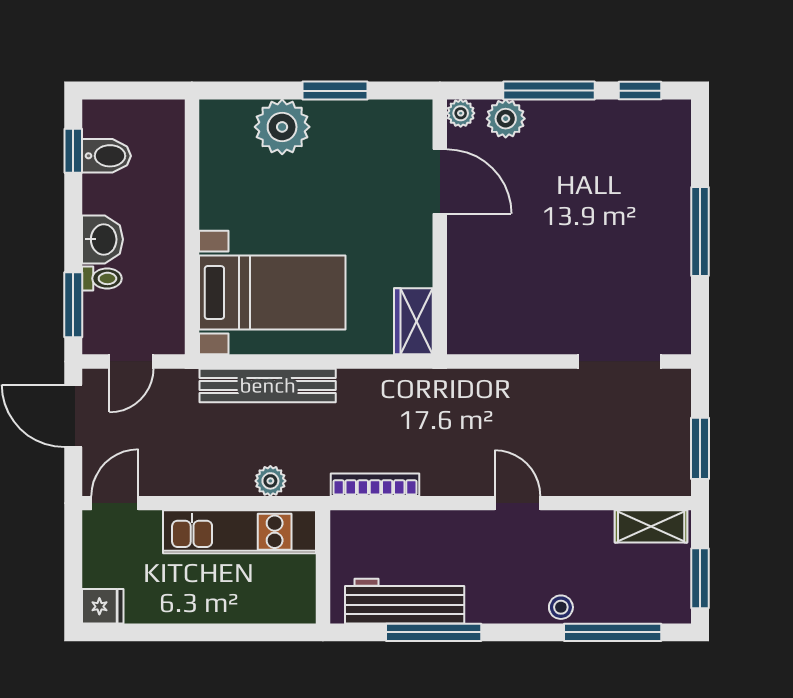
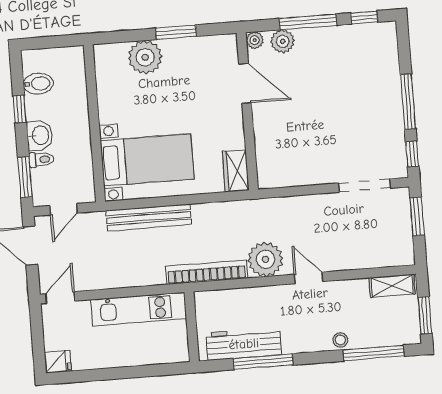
window: (73, 151) -> (20, 109), moved
window: (700, 316) -> (412, 154), added
window: (700, 448) -> (417, 216), moved
plant: (270, 481) -> (265, 259), moved, width x1.88, depth x1.88
bookcase: (375, 485) -> (207, 272), width x1.48, depth x1.31

